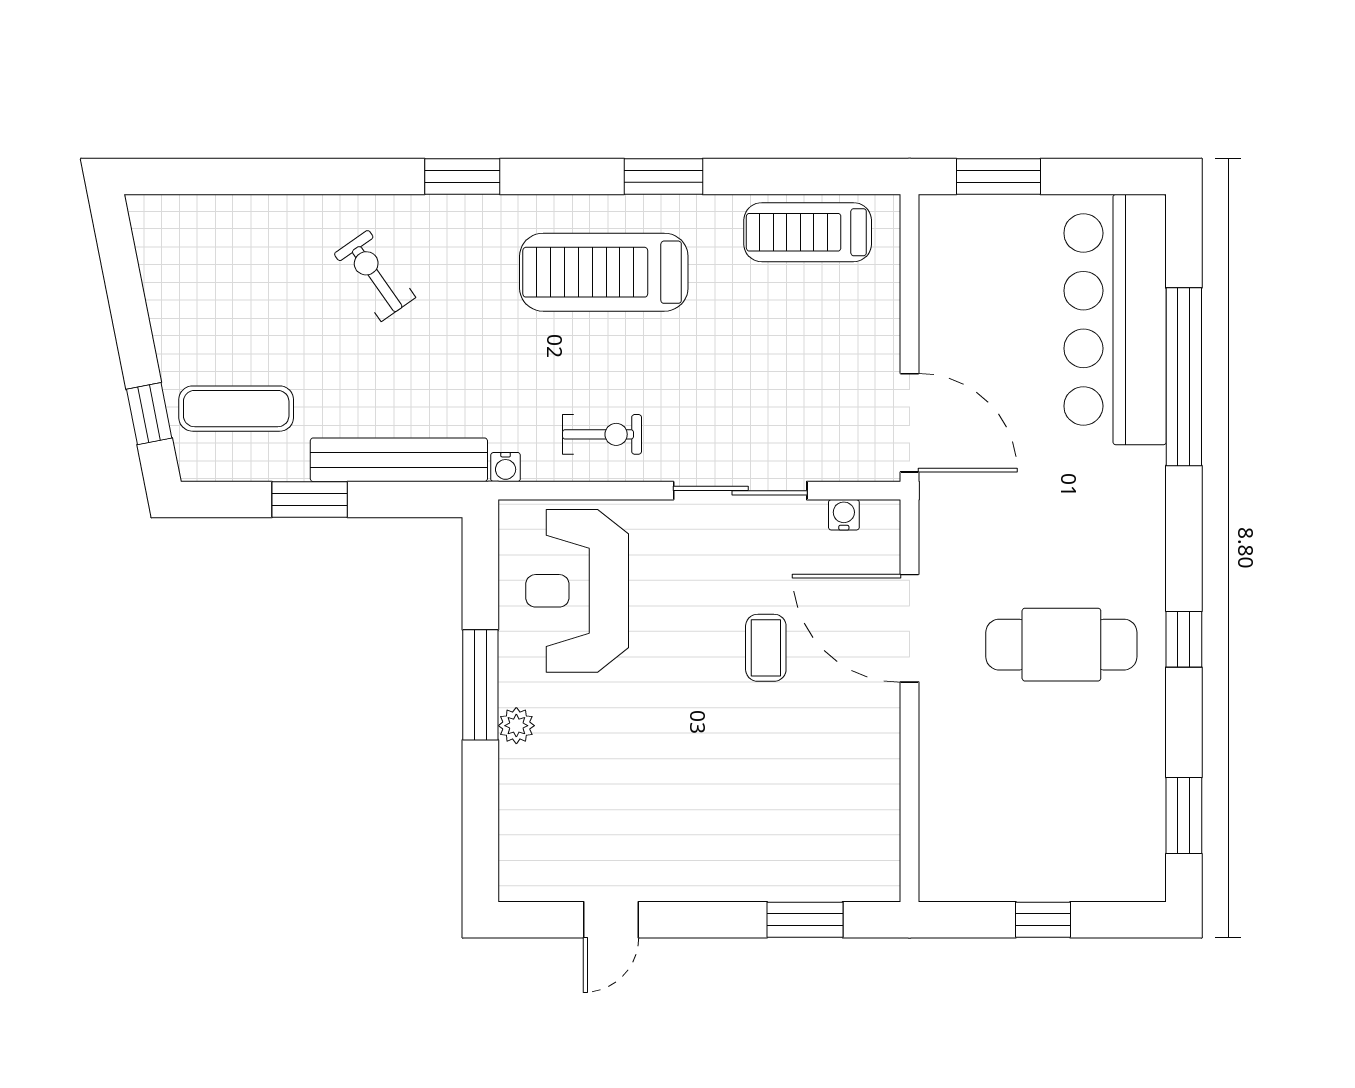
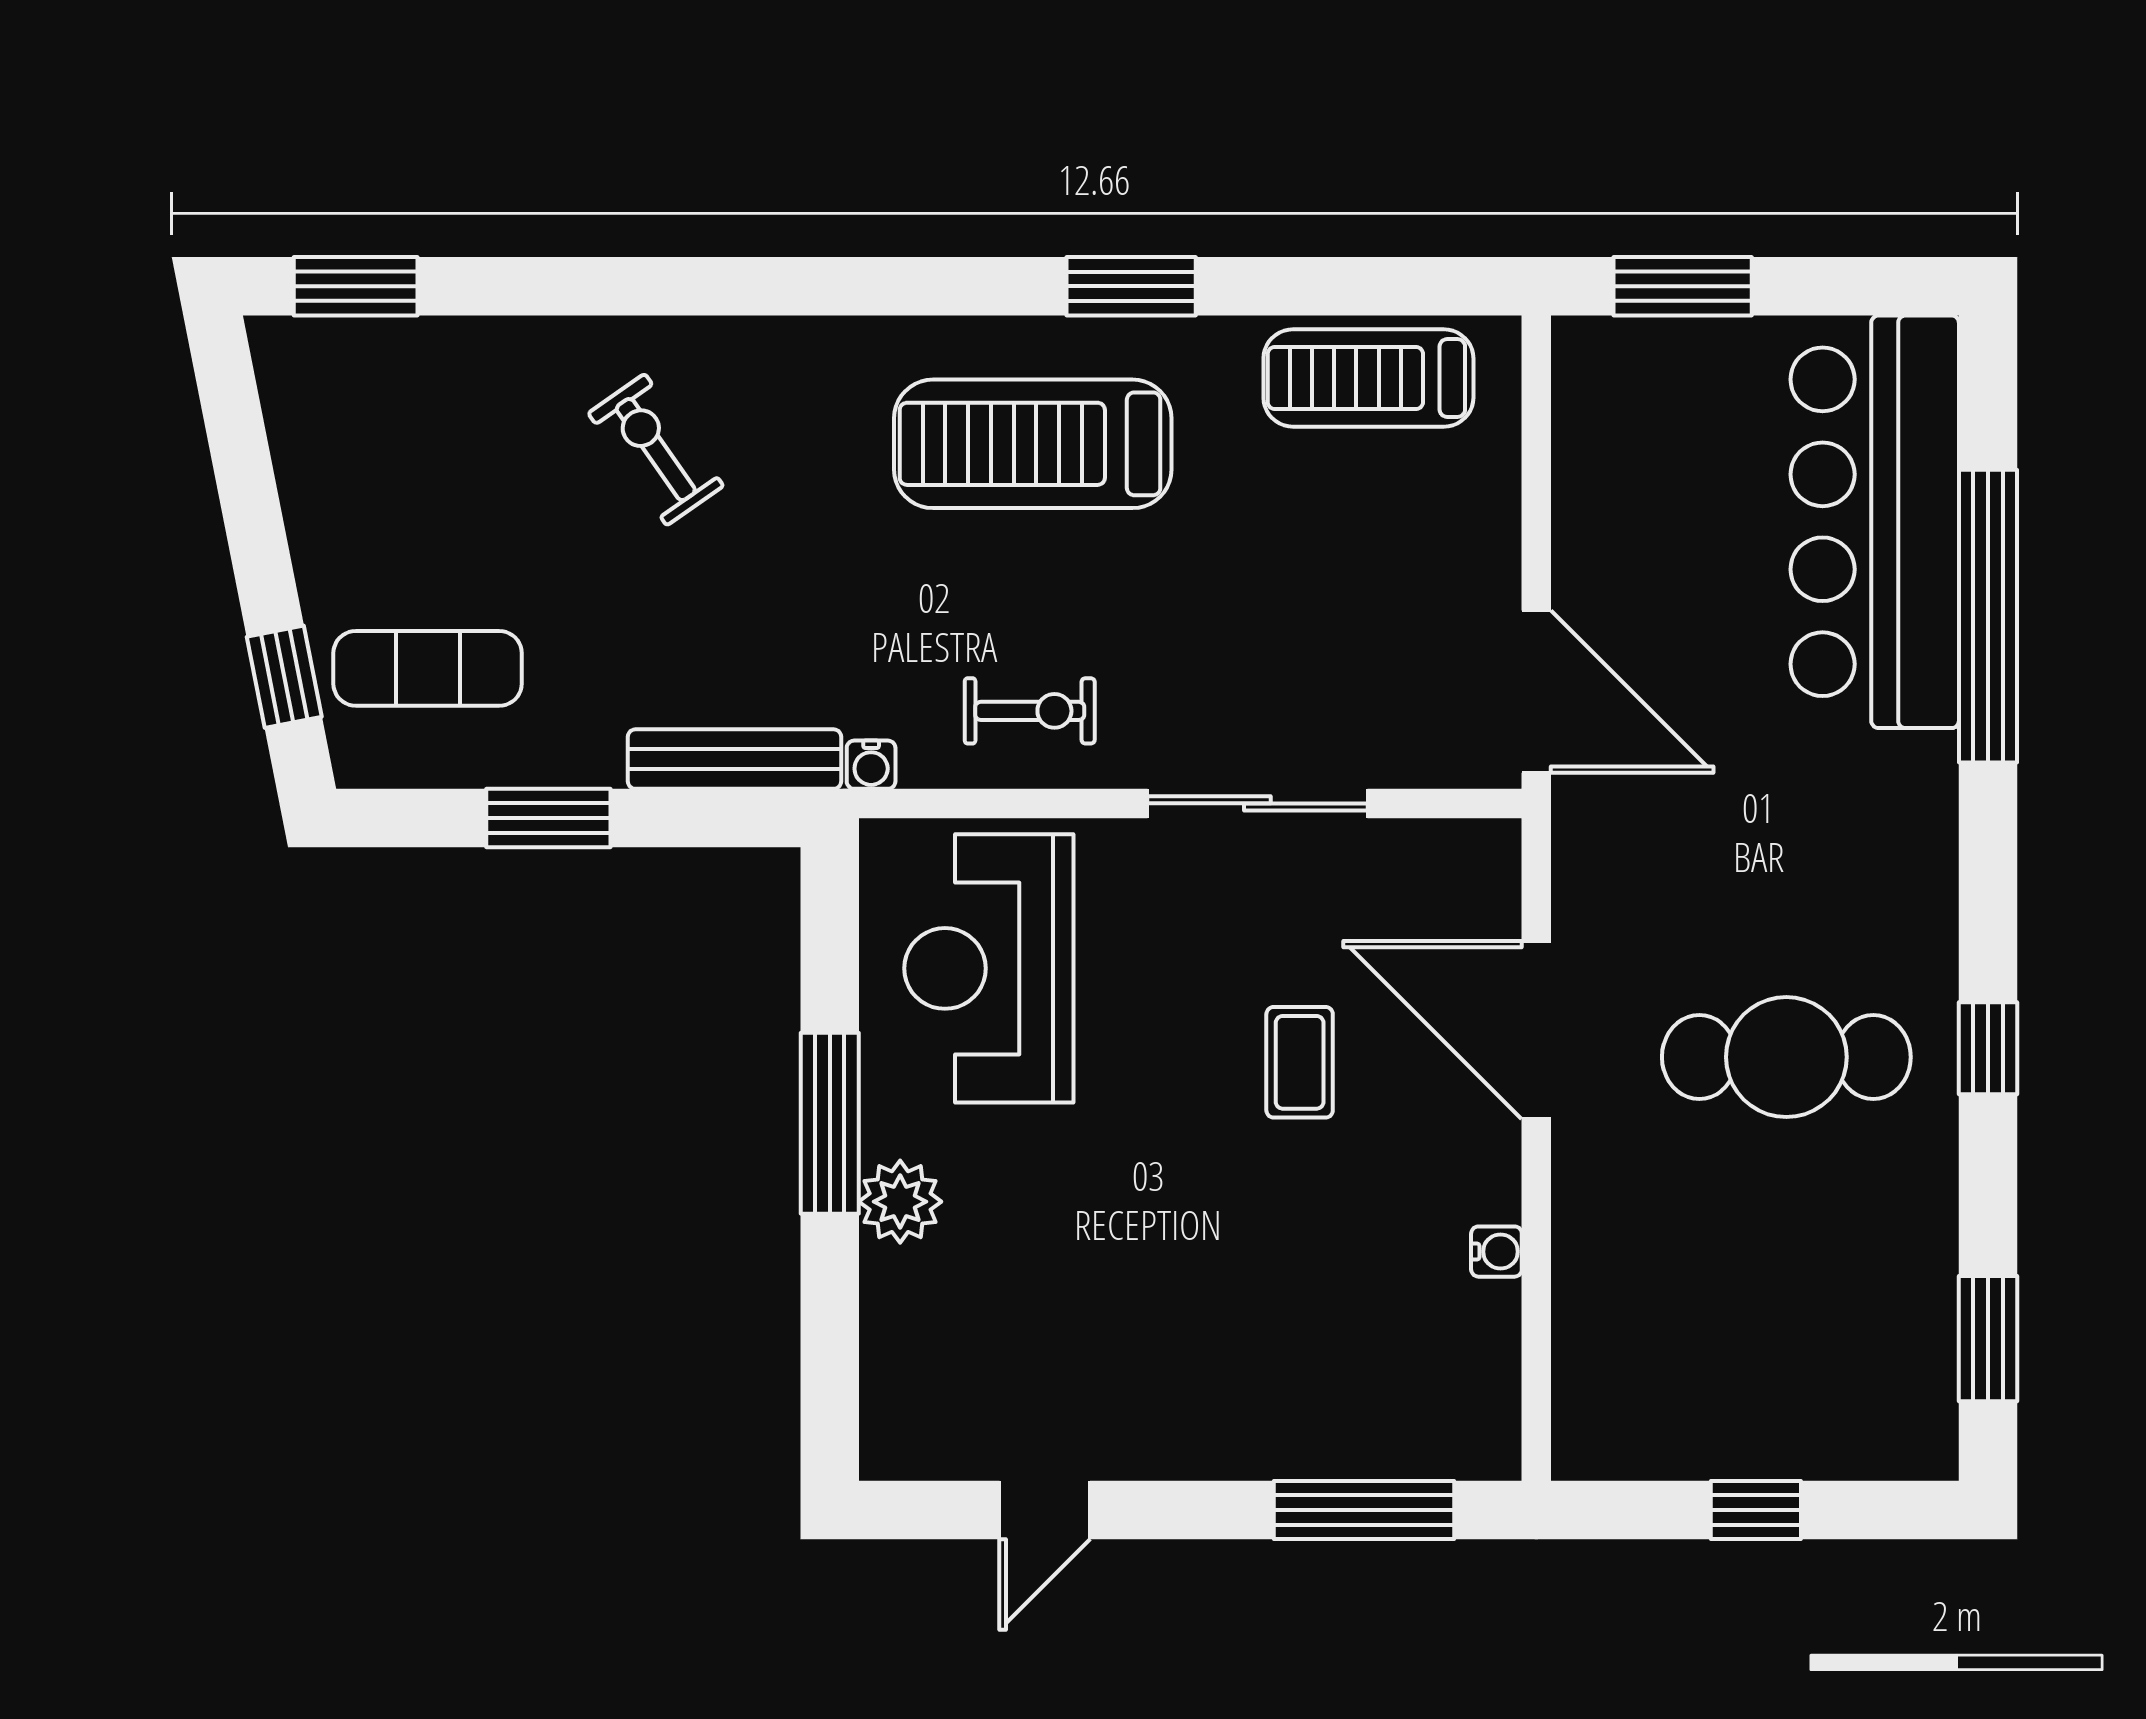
window: (462, 176) -> (356, 286), moved
bench: (399, 460) -> (734, 759), width x0.73, depth x0.82
water cooler: (844, 515) -> (1496, 1252), moved, turned 90
plant: (516, 726) -> (900, 1202), width x1.38, depth x1.38
window: (805, 920) -> (1364, 1510), width x1.44

